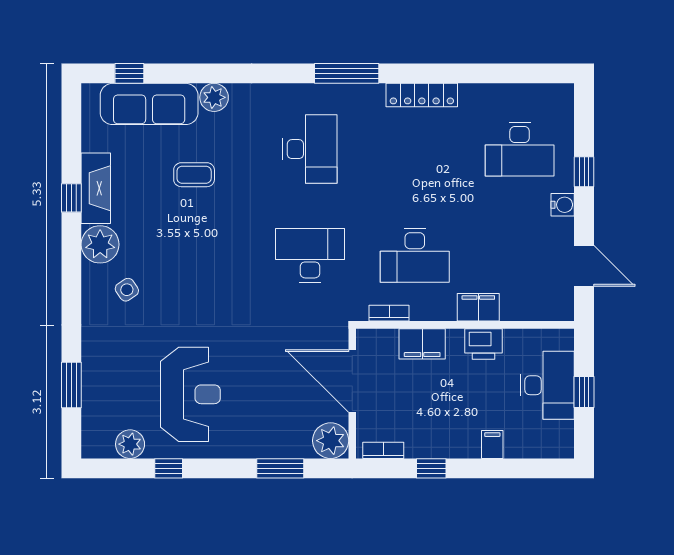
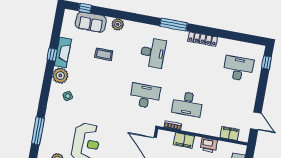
sofa: (149, 104) -> (91, 22), width x0.73
desk: (520, 149) -> (238, 68), turned 180
window: (584, 172) -> (267, 62), moved
water cooler: (563, 205) -> (252, 94), removed
filing cabinet: (478, 307) -> (230, 133), moved
window: (71, 385) -> (38, 131), width x1.44

